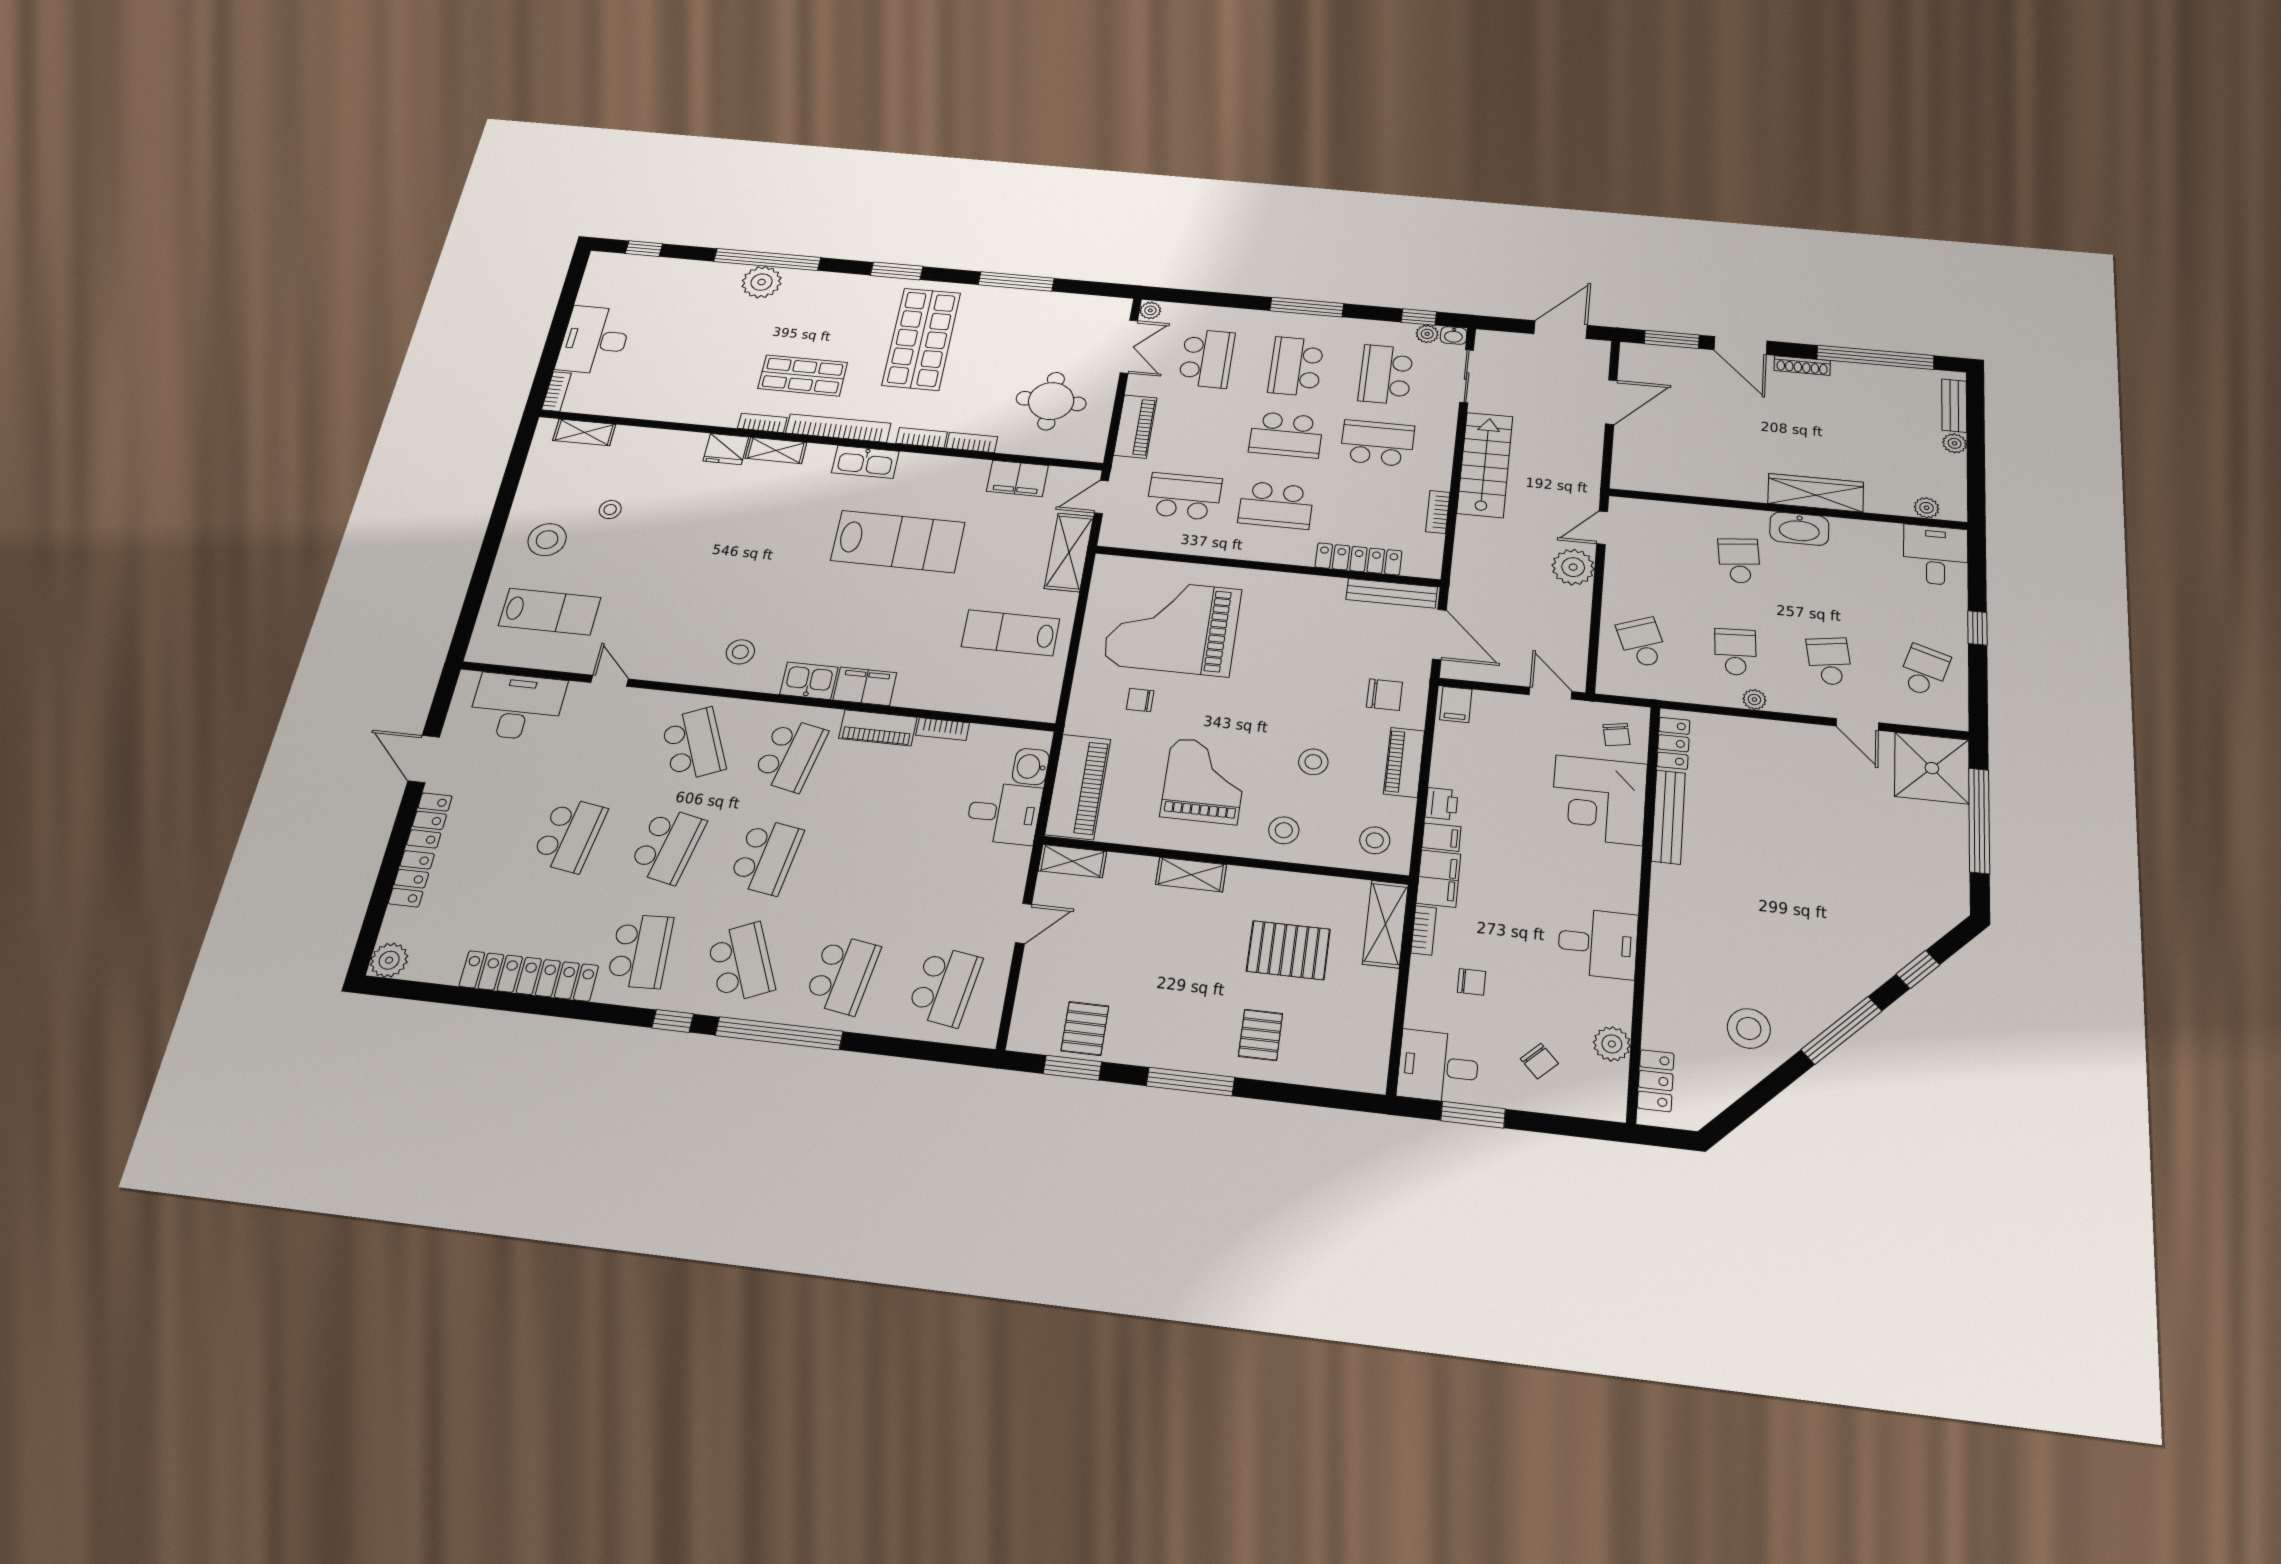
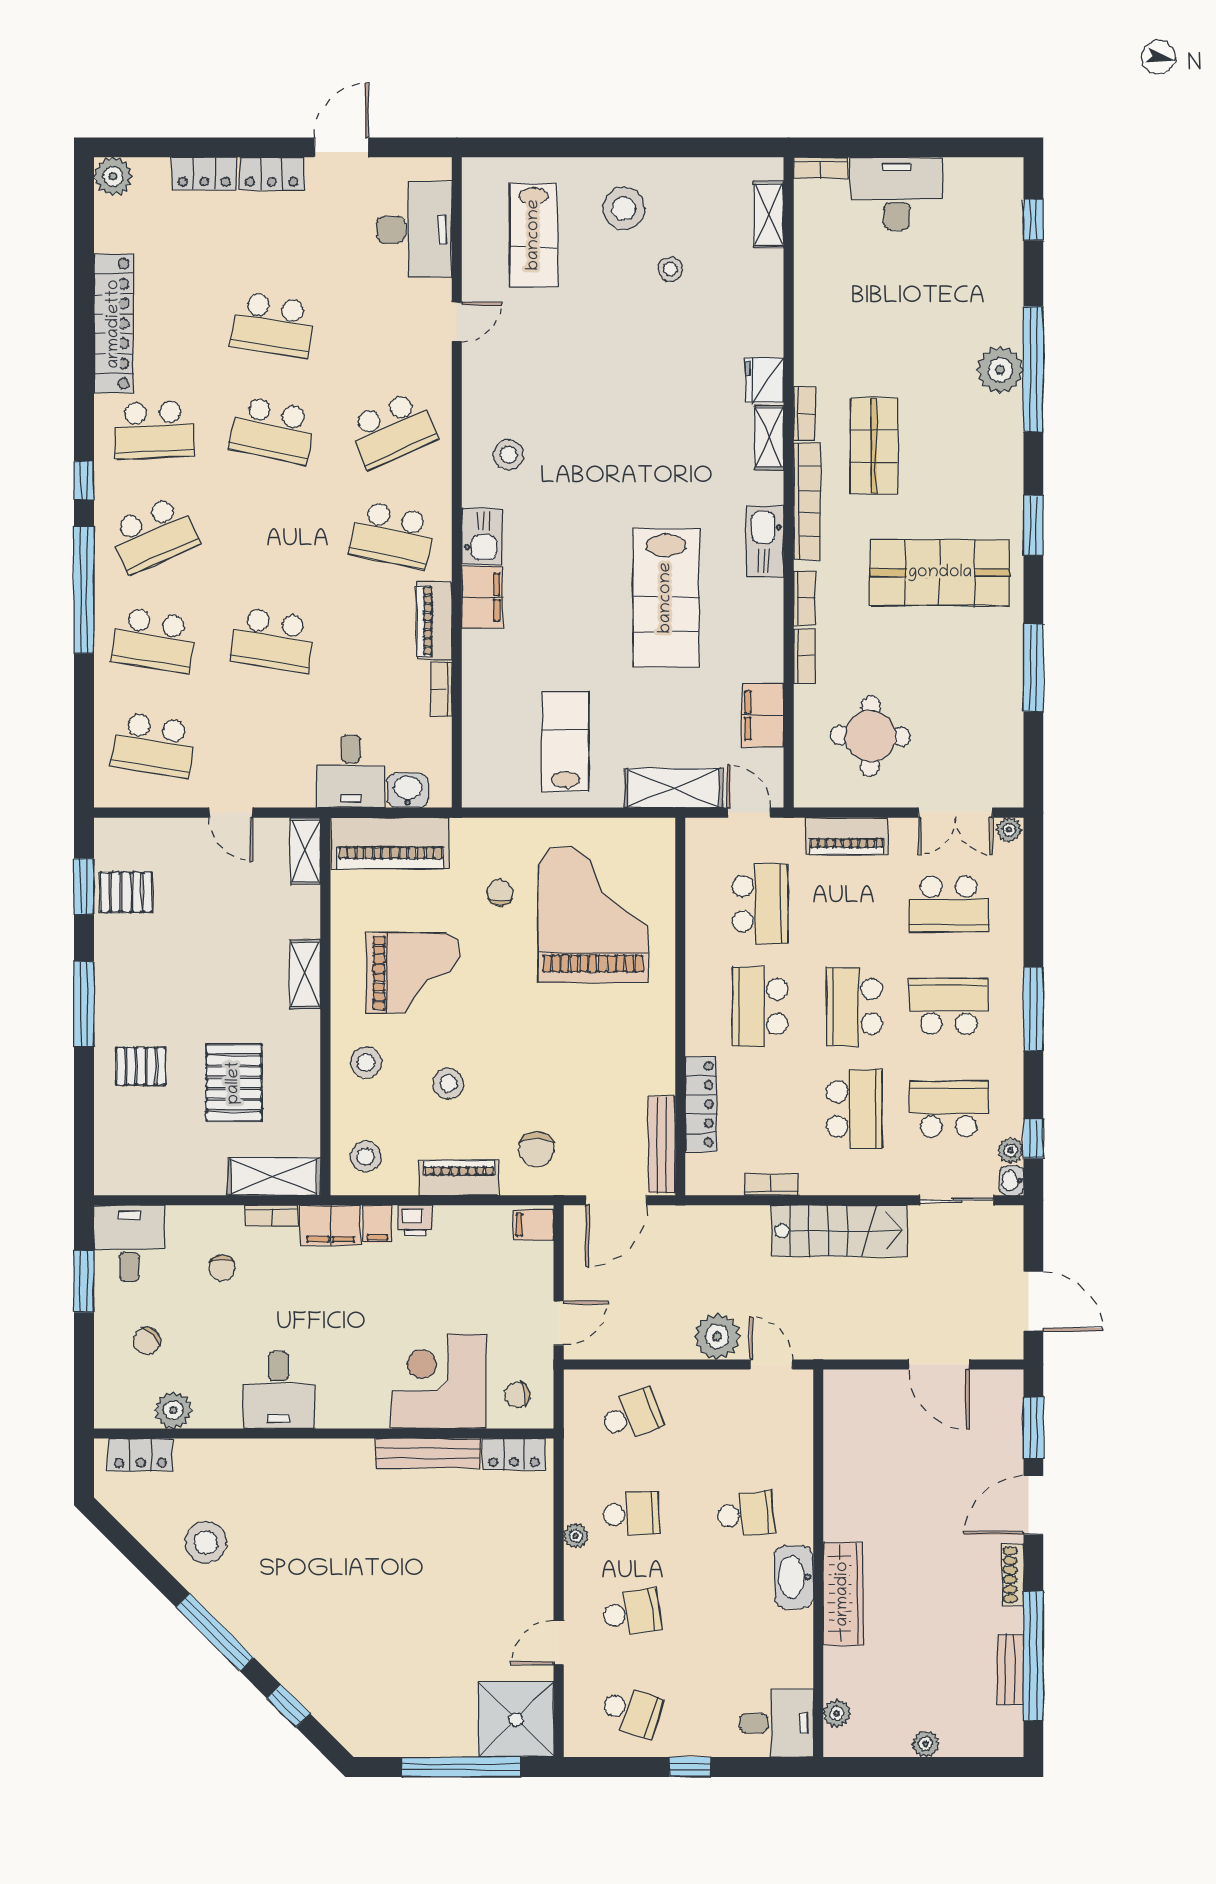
bench: (1954, 406) -> (1010, 1670), moved, turned 90
school desk: (766, 857) -> (273, 640), moved

